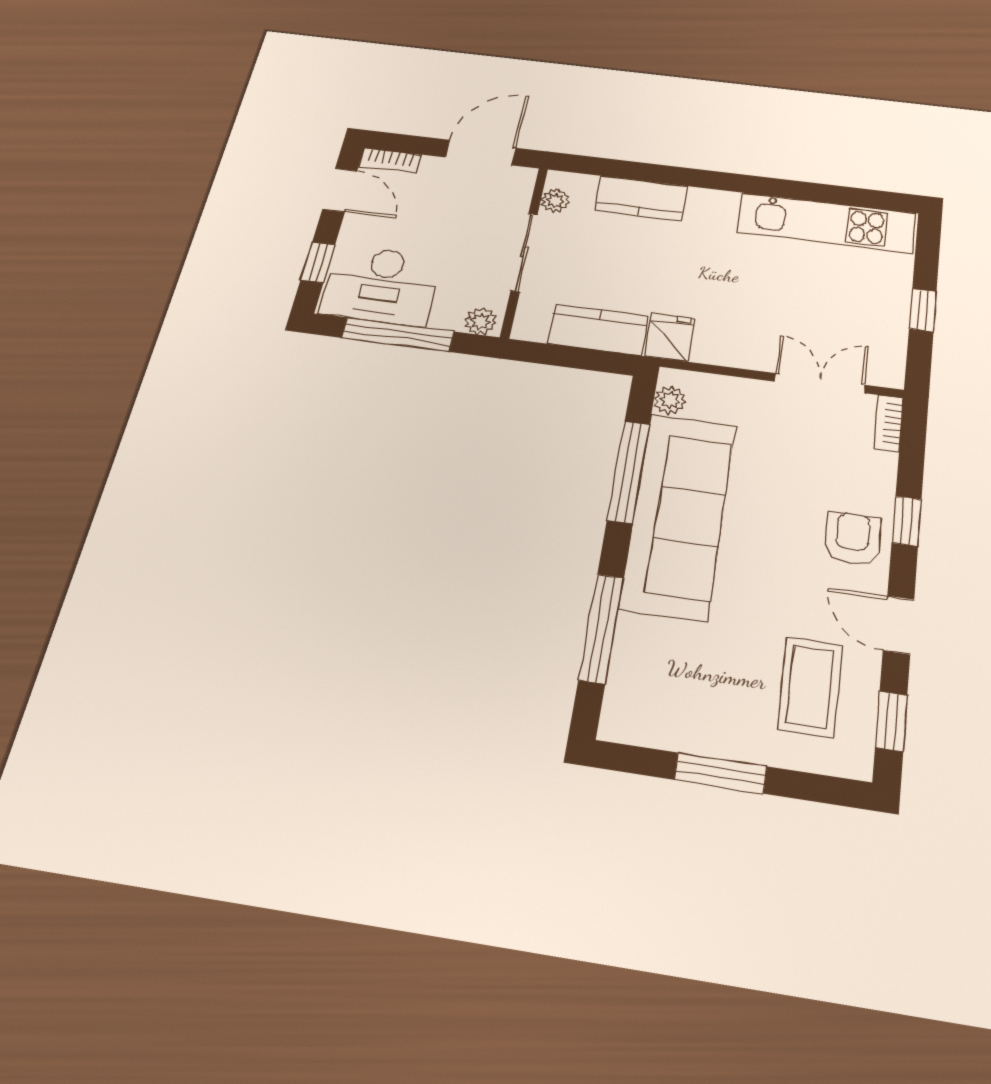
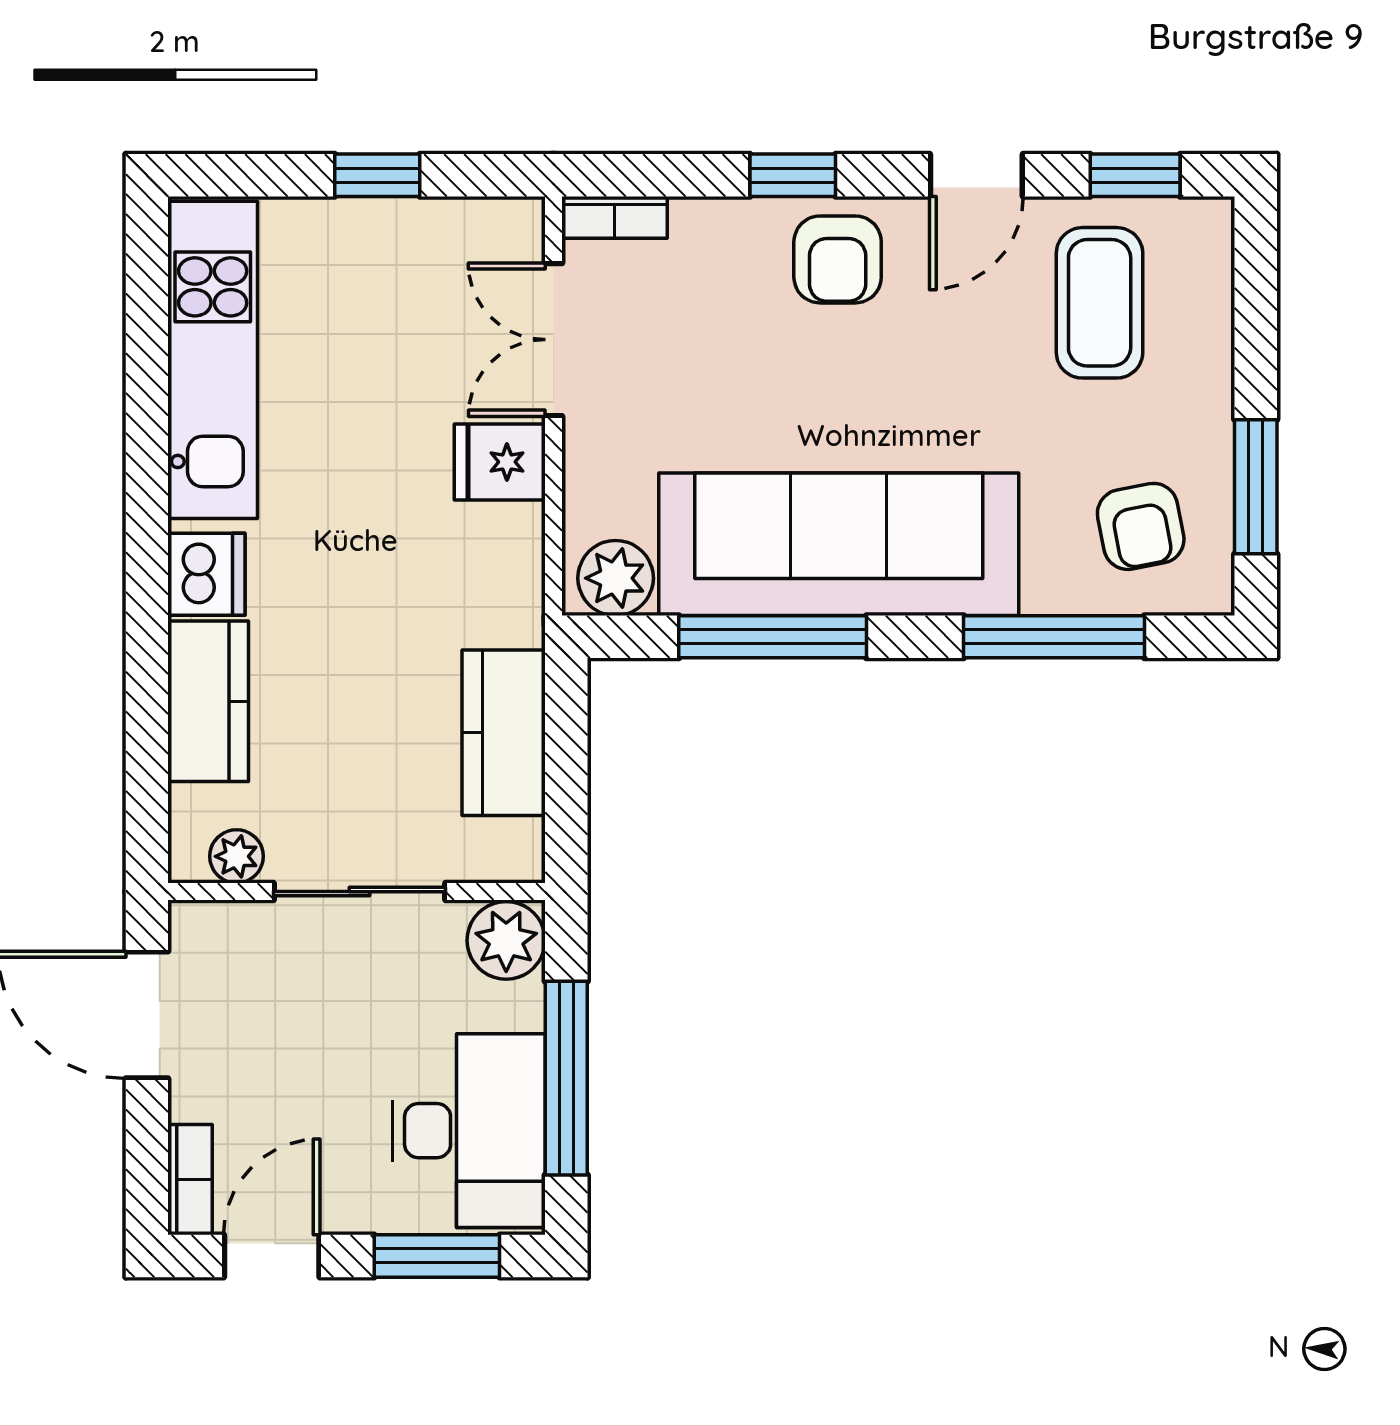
dishwasher: (710, 206) -> (206, 574), added
window: (318, 262) -> (437, 1256), width x1.50
plant: (480, 321) -> (506, 940), width x1.38, depth x1.38
fridge: (670, 337) -> (500, 462), moved
plant: (670, 400) -> (616, 578), width x1.38, depth x1.38
armchair: (853, 538) -> (838, 259), turned -90
coffee table: (810, 687) -> (1100, 303), turned 90
armchair: (663, 691) -> (1141, 526), added
window: (721, 773) -> (1256, 487), moved

